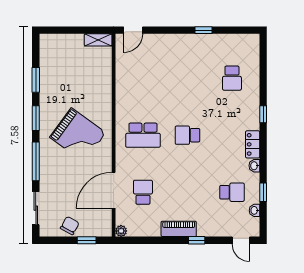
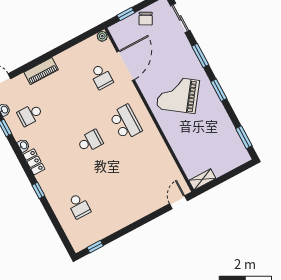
window: (204, 30) -> (95, 247), moved
school desk: (232, 78) -> (79, 206), turned 180
window: (36, 80) -> (244, 137), moved
school desk: (143, 135) -> (126, 122), turned 90
window: (36, 161) -> (200, 55), width x0.69
piano: (179, 229) -> (41, 71), moved
window: (197, 240) -> (38, 61), removed

